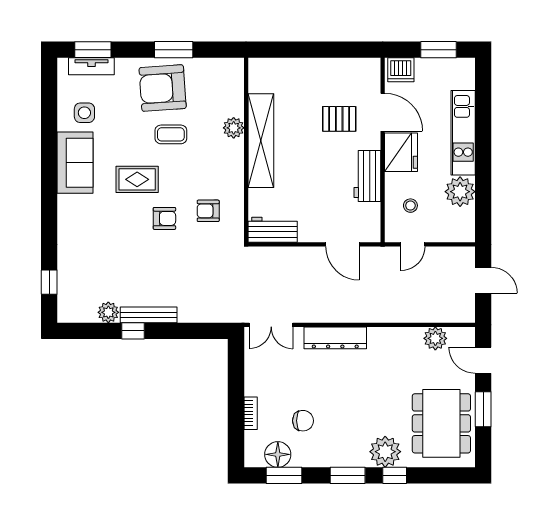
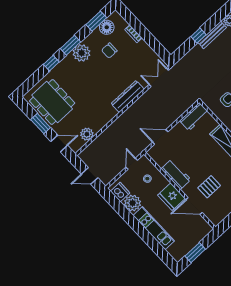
dishwasher: (401, 70) -> (120, 192), moved, turned 90
window: (133, 331) -> (198, 36), moved
plant: (385, 452) -> (82, 53), moved

